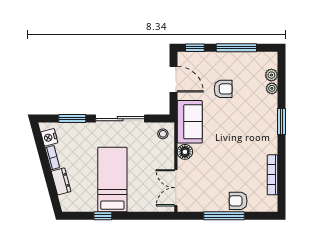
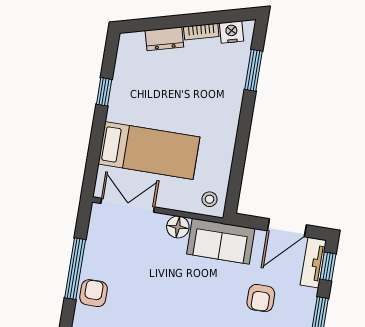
tv unit: (194, 58) -> (313, 263), added
sliding door: (120, 119) -> (242, 140), removed
bed: (112, 179) -> (149, 151), moved

